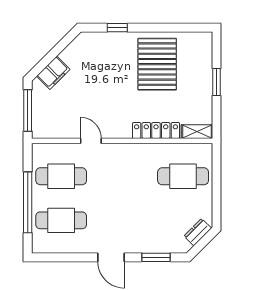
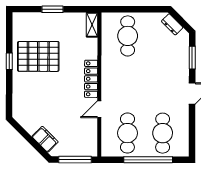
window: (117, 28) -> (9, 61), moved
locker: (156, 130) -> (91, 79), moved

